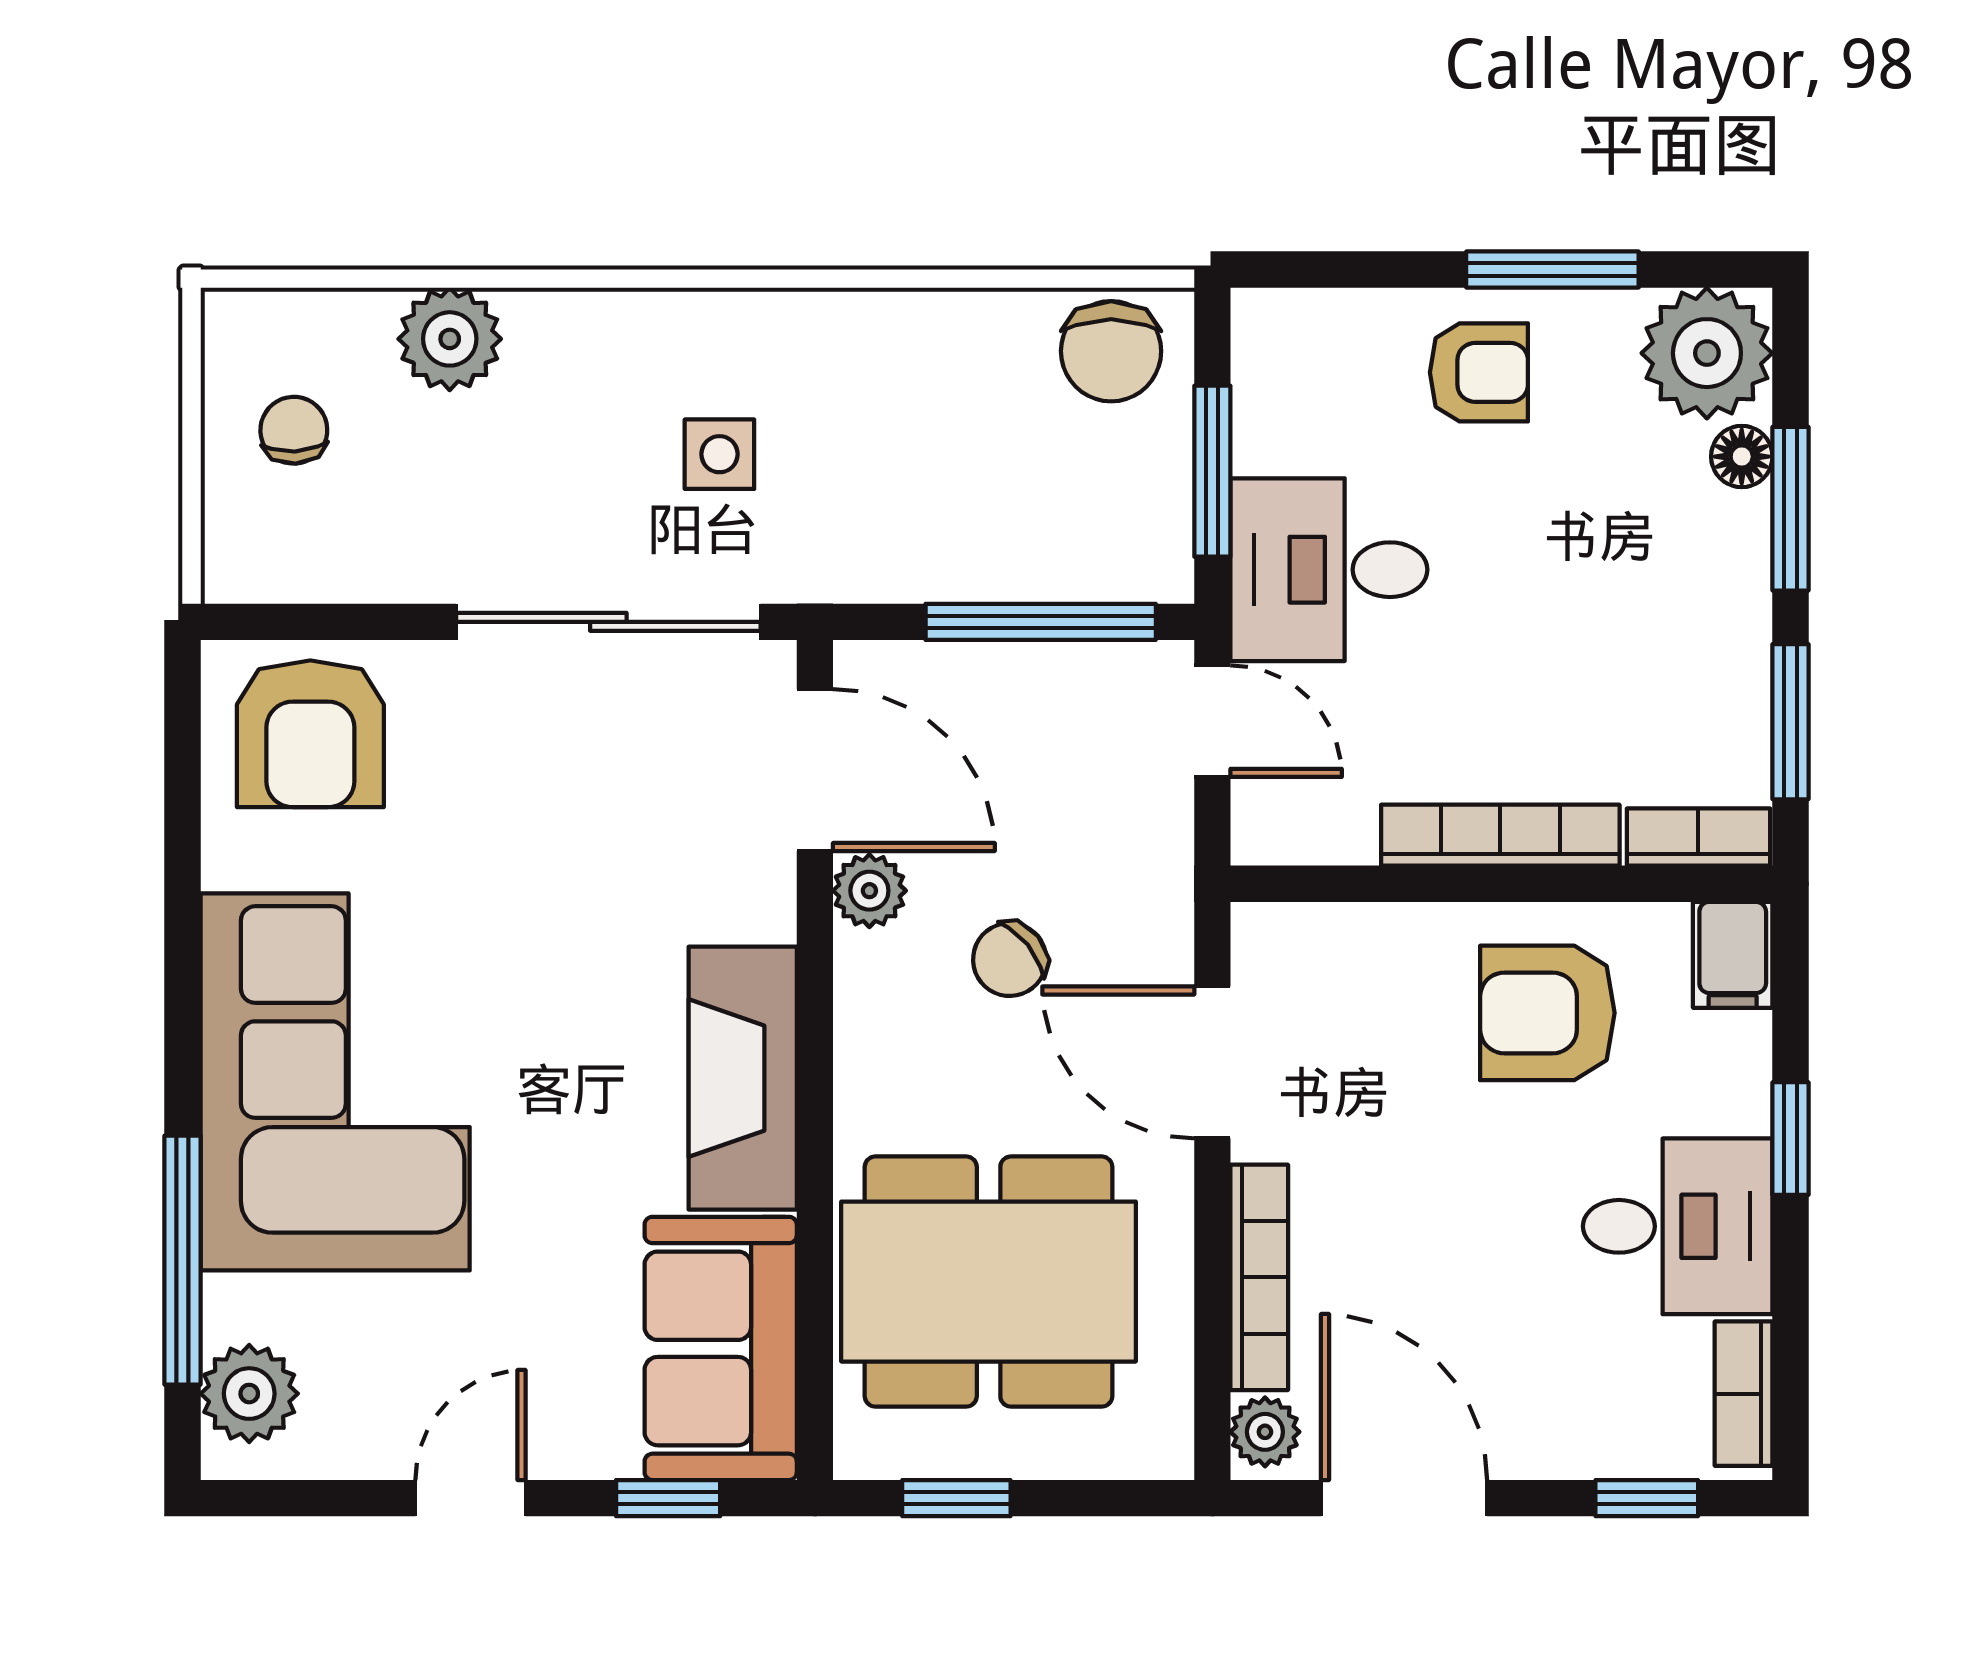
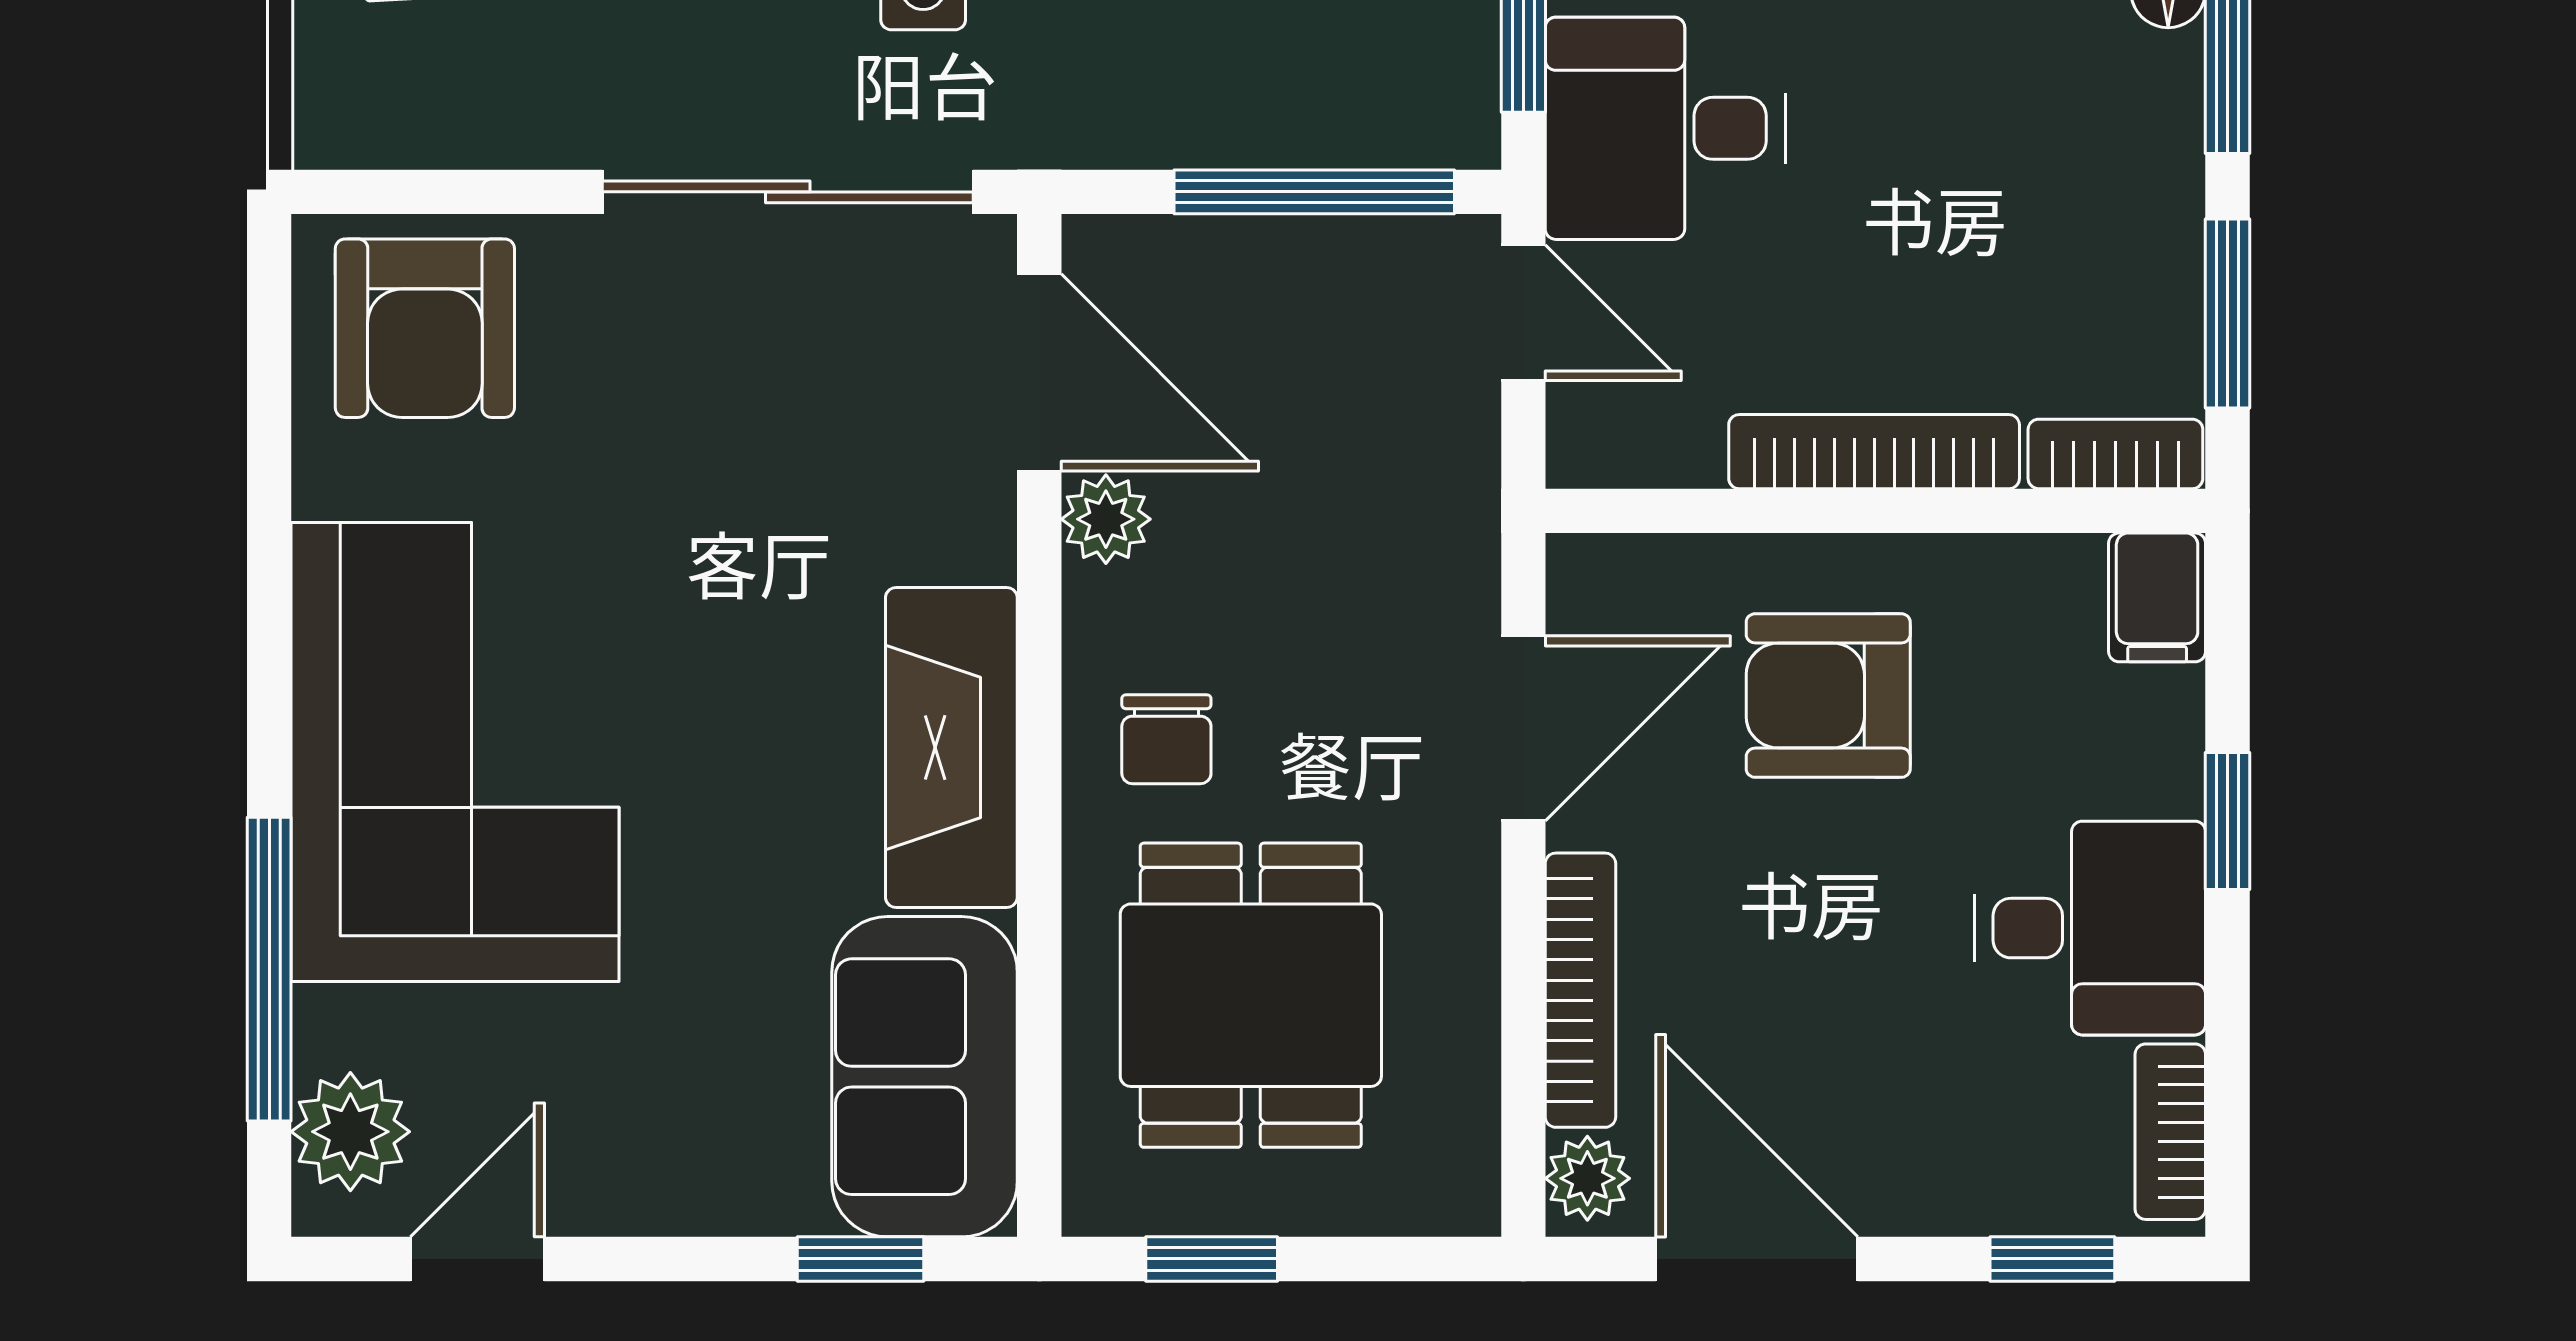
chair: (1010, 959) -> (1166, 739), moved, turned -51
armchair: (1547, 1013) -> (1828, 696), moved
door: (1212, 1062) -> (1523, 728), swing flipped
dining table: (989, 1282) -> (1251, 995), width x0.73
door: (470, 1498) -> (477, 1259), moved

